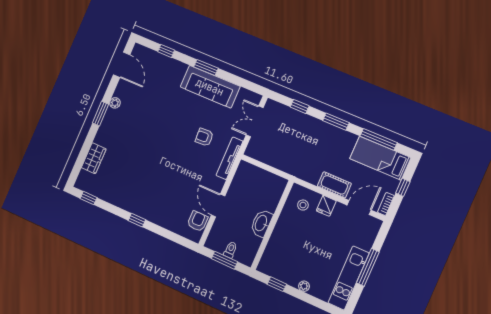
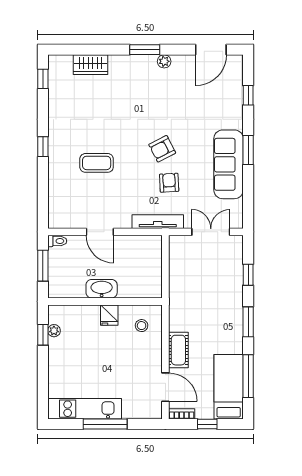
coffee table: (166, 185) -> (97, 163), added
door: (218, 205) -> (100, 232), swing flipped
fridge: (326, 206) -> (109, 315), moved, turned -90
armchair: (198, 221) -> (162, 149), moved, turned 153
toilet: (230, 250) -> (57, 241), moved
plant: (304, 286) -> (54, 331), moved

